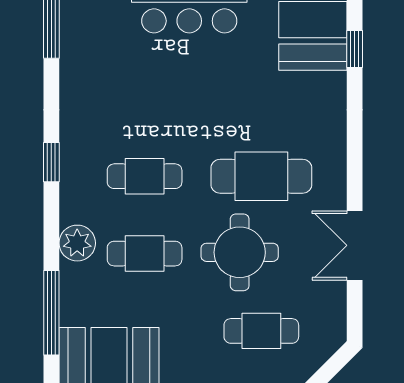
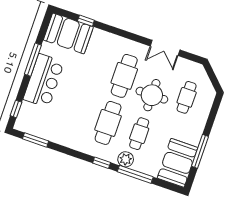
window: (51, 162) -> (102, 163), moved
cafe table: (145, 176) -> (108, 123), width x1.37, depth x1.35
window: (51, 313) -> (135, 174), moved

